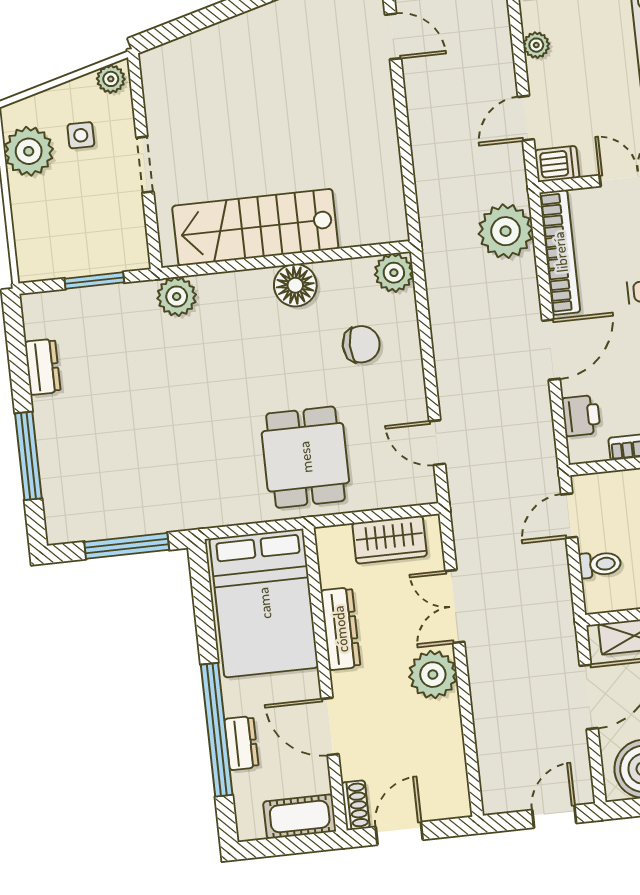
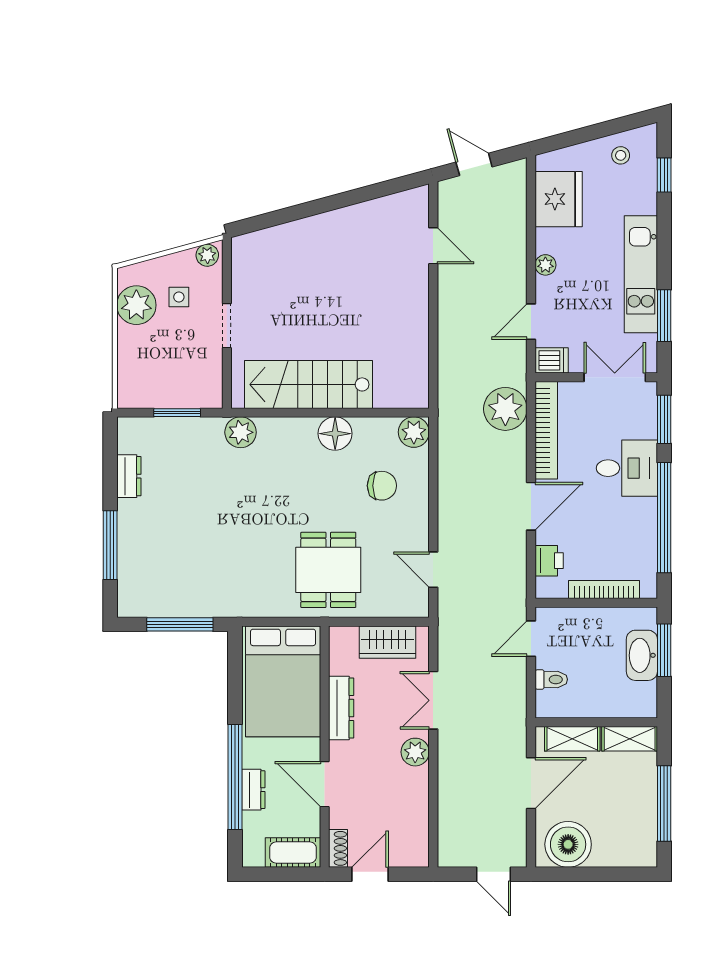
plant: (433, 675) -> (415, 752), width x0.73, depth x0.73
door: (554, 817) -> (494, 874), swing flipped

